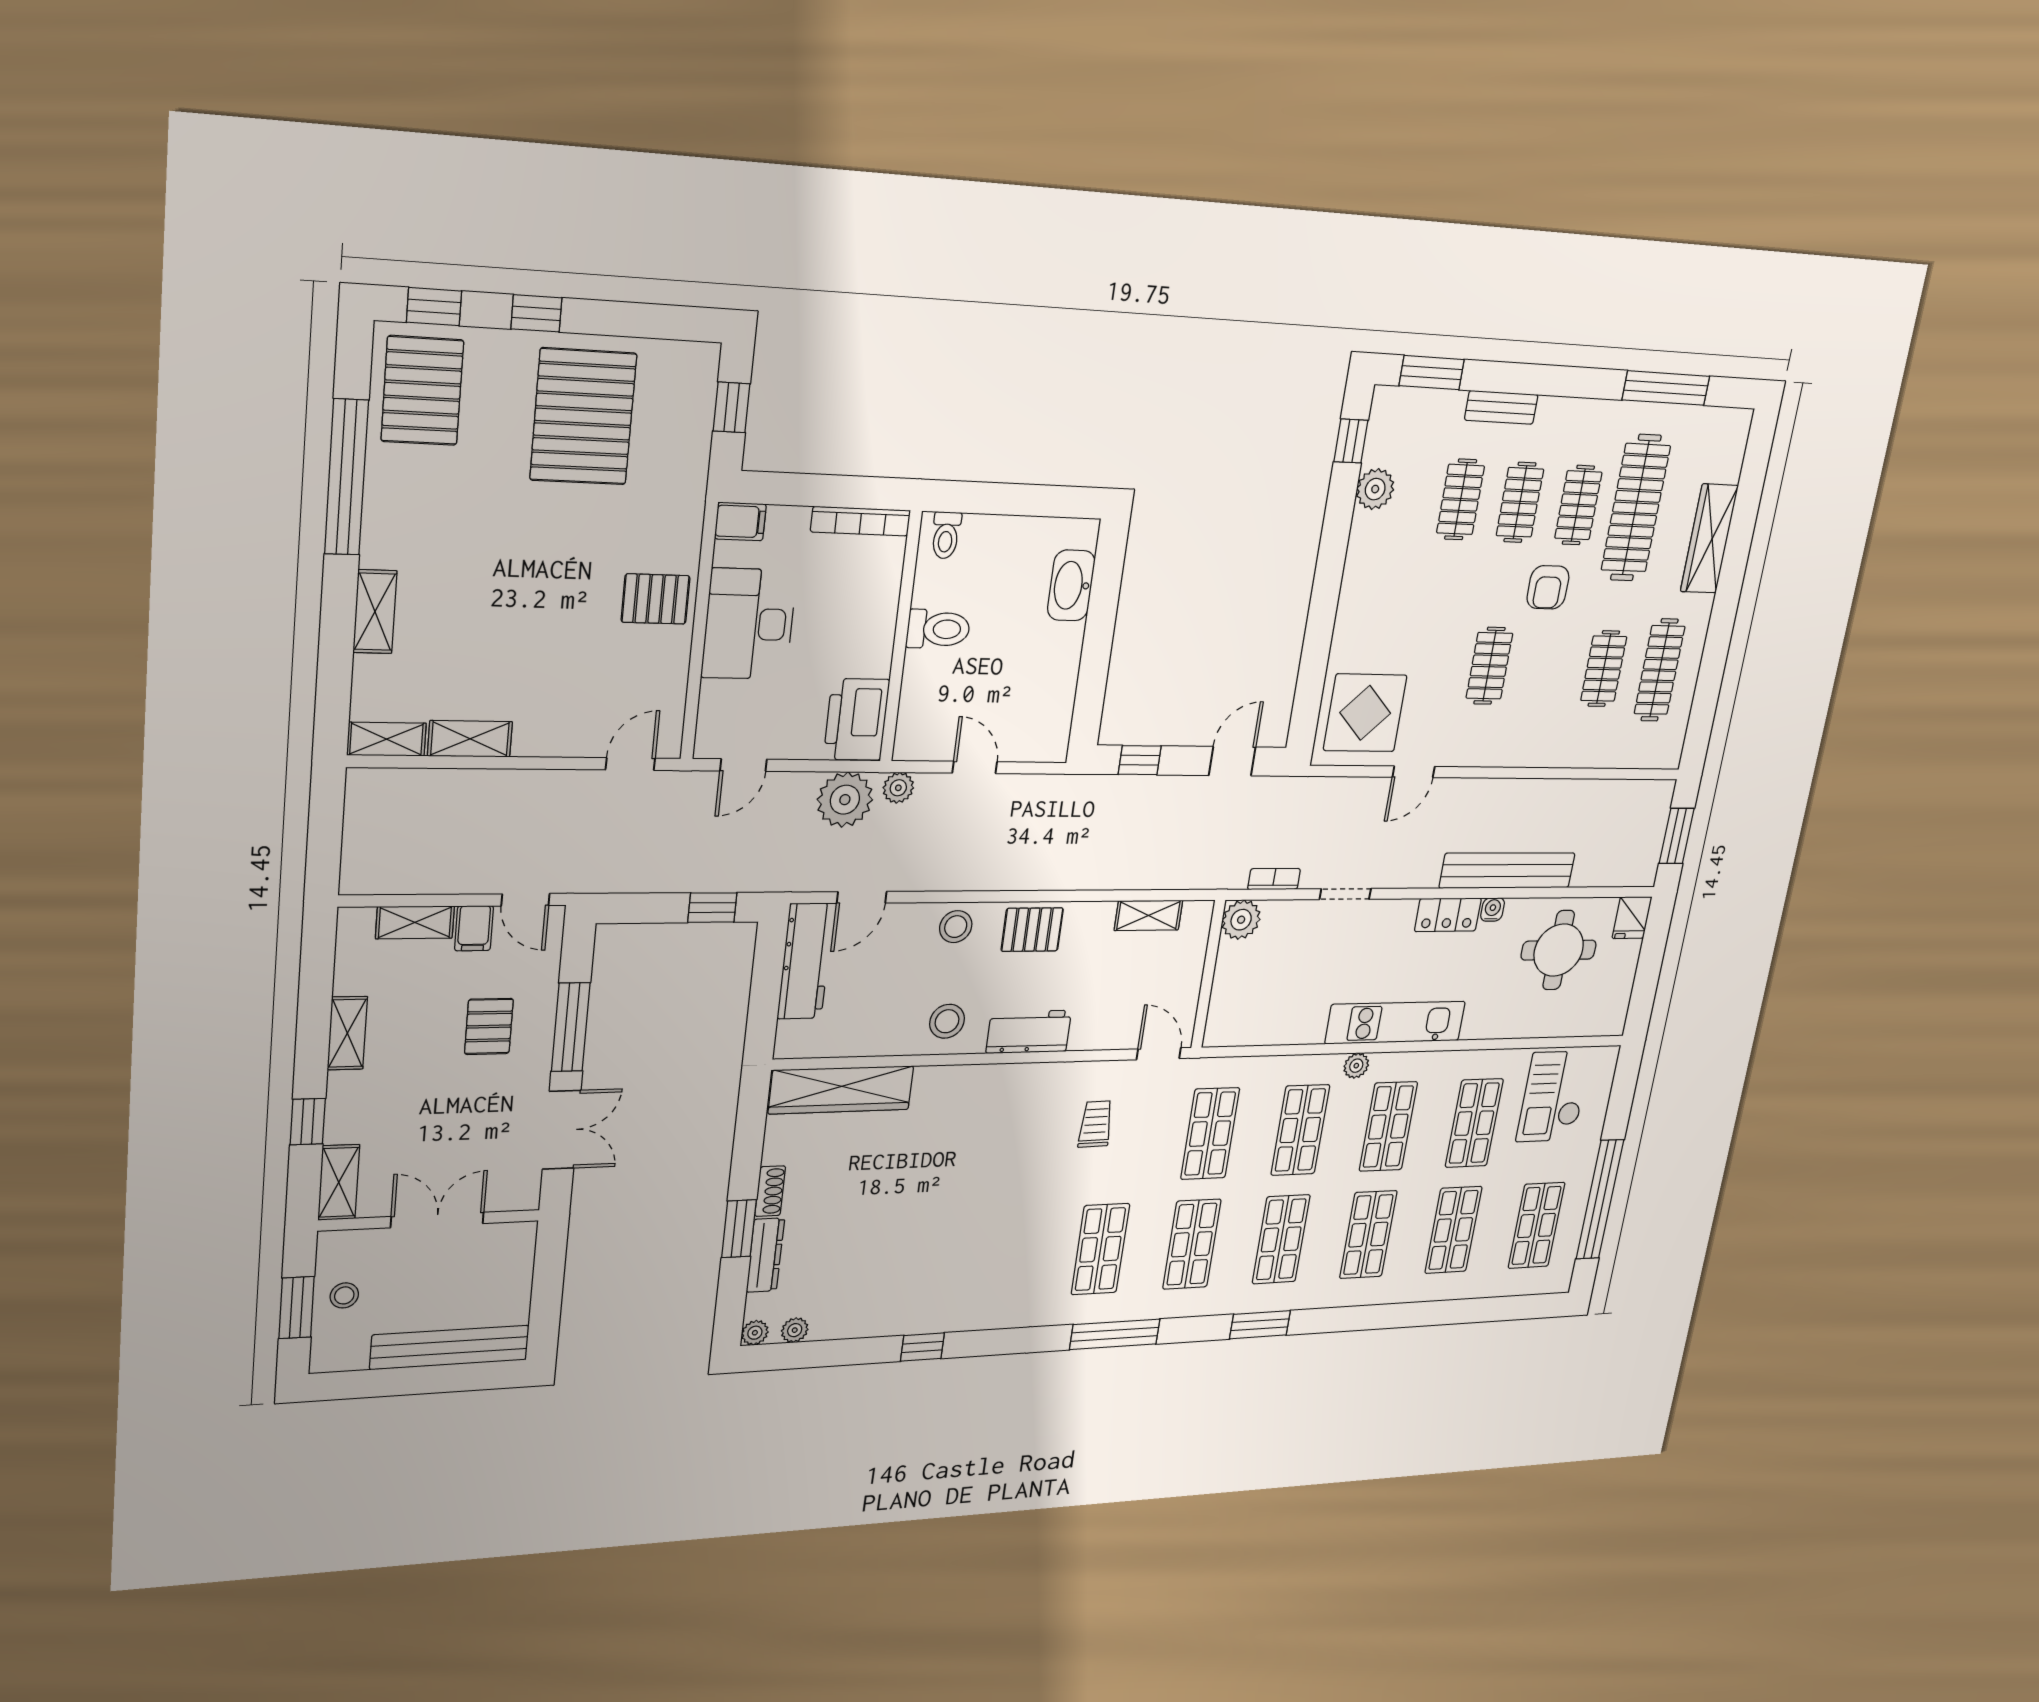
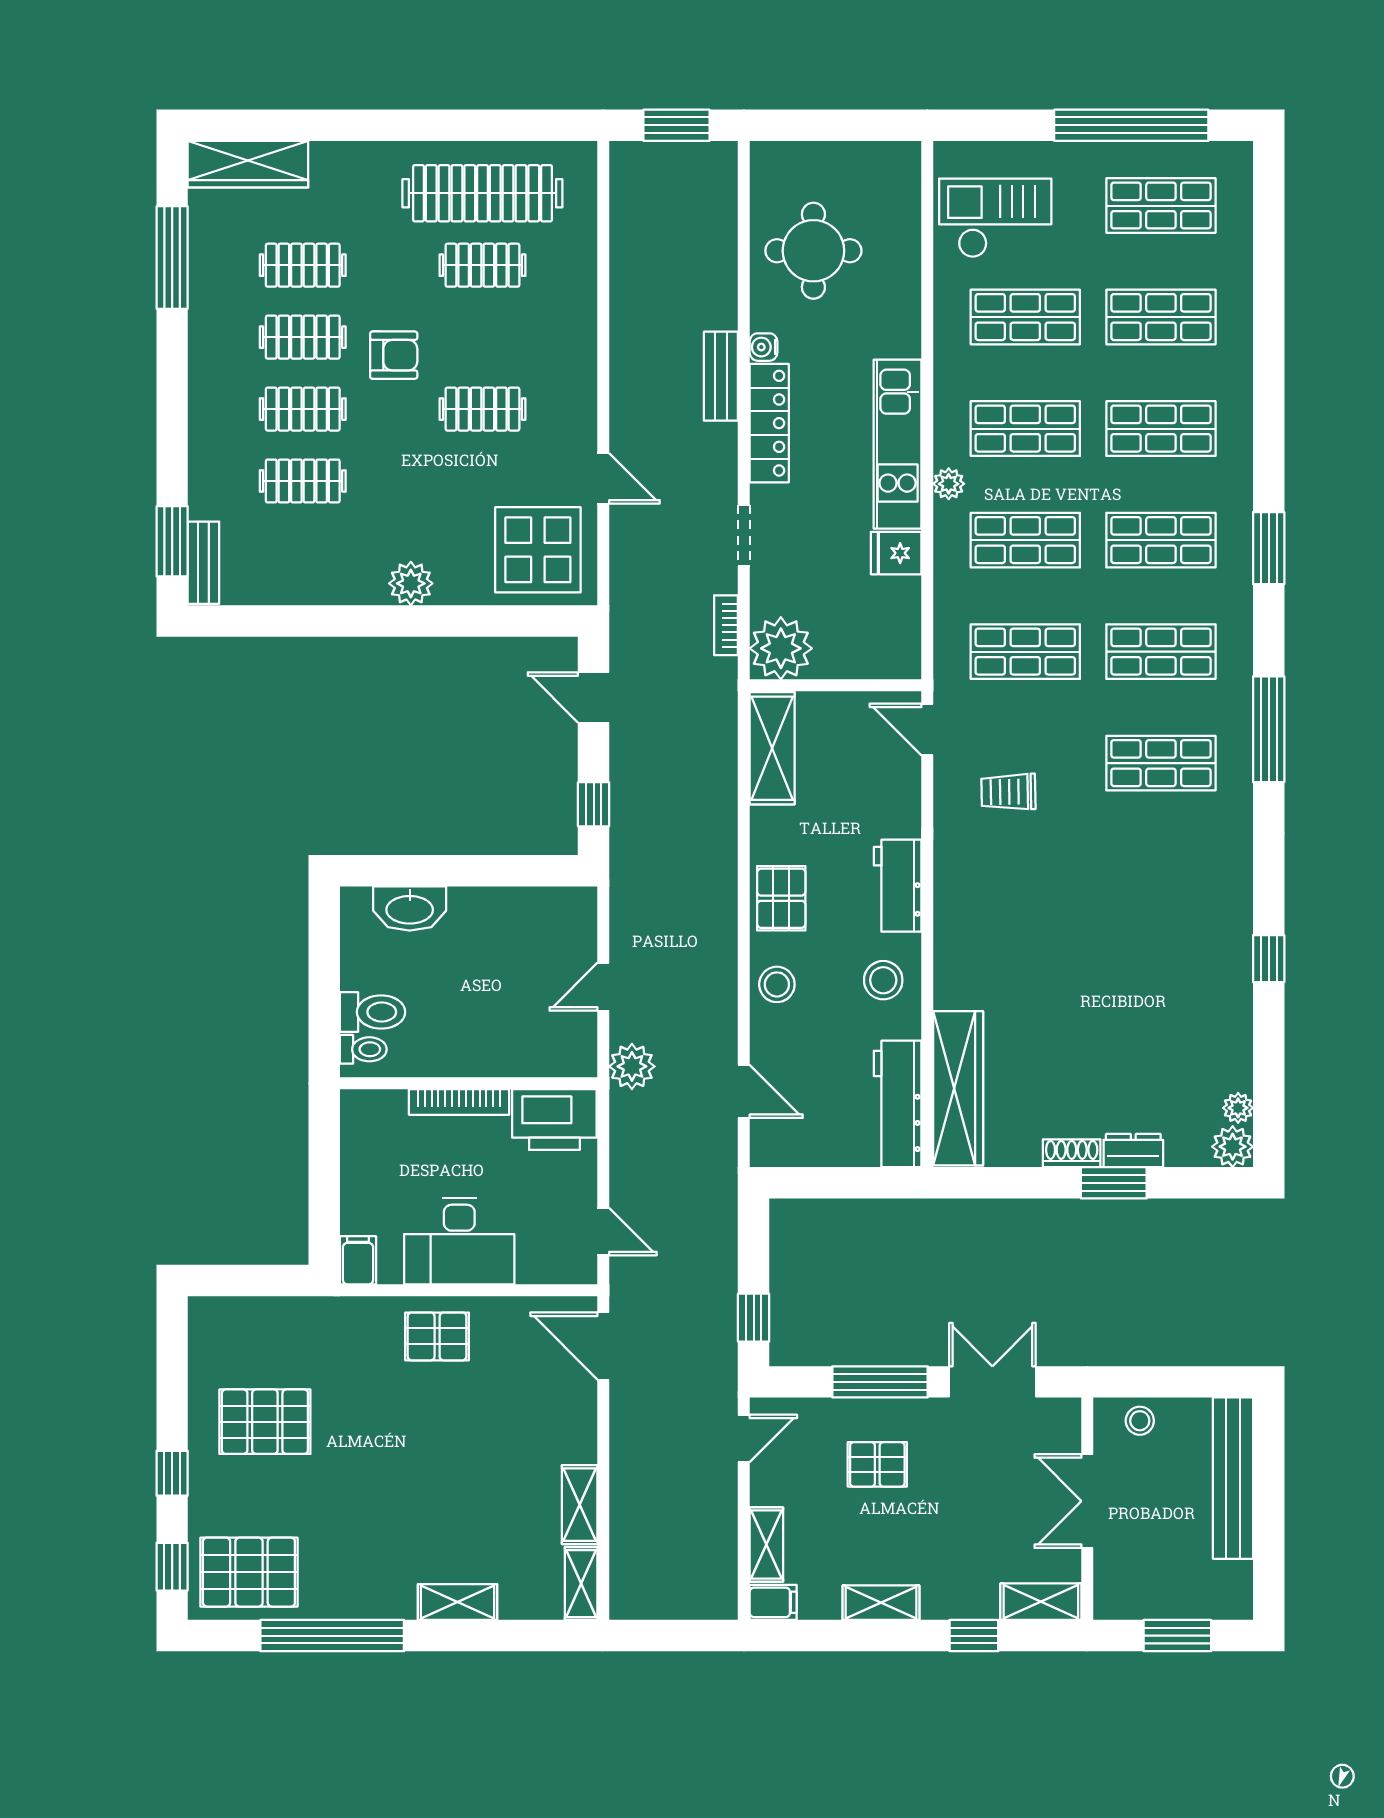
window: (732, 407) -> (248, 1280), removed
bench: (1501, 407) -> (203, 563), moved
pallet: (583, 417) -> (265, 1422), width x0.73, depth x0.71
window: (1351, 441) -> (248, 621), removed
plant: (1375, 489) -> (411, 583), moved
clothes rail: (1636, 508) -> (303, 265), width x0.54, depth x0.76
bookcase: (861, 521) -> (459, 1102), moved, turned 90
wardrobe: (1709, 539) -> (248, 164), moved
pallet: (656, 599) -> (437, 1336), turned 90
toilet: (938, 629) -> (373, 1012), moved, turned 90
clothes rail: (1660, 670) -> (482, 193), width x1.37, depth x1.31
door: (630, 764) -> (603, 1346), width x1.38
plant: (898, 788) -> (632, 1066), width x1.38, depth x1.38
plant: (845, 800) -> (639, 1122), removed
bench: (1507, 871) -> (721, 376), width x0.54, depth x0.82
window: (712, 908) -> (754, 1318), moved
shelving: (1148, 915) -> (772, 748), width x1.50, depth x1.33
locker: (1448, 915) -> (769, 423), width x1.53
fridge: (1632, 918) -> (896, 553), moved, turned 180
plant: (1241, 920) -> (781, 648), width x1.36, depth x1.36
filing cabinet: (474, 928) -> (773, 1602), moved
workbench: (806, 961) -> (898, 1104), moved, turned -90
door: (1159, 1054) -> (927, 729), hinge flipped
checkout: (1554, 1096) -> (995, 218), turned 180
dresser: (765, 1255) -> (1133, 1151), width x0.70
stool: (344, 1295) -> (1140, 1421), moved
plant: (755, 1333) -> (1233, 1147), width x1.38, depth x1.38

